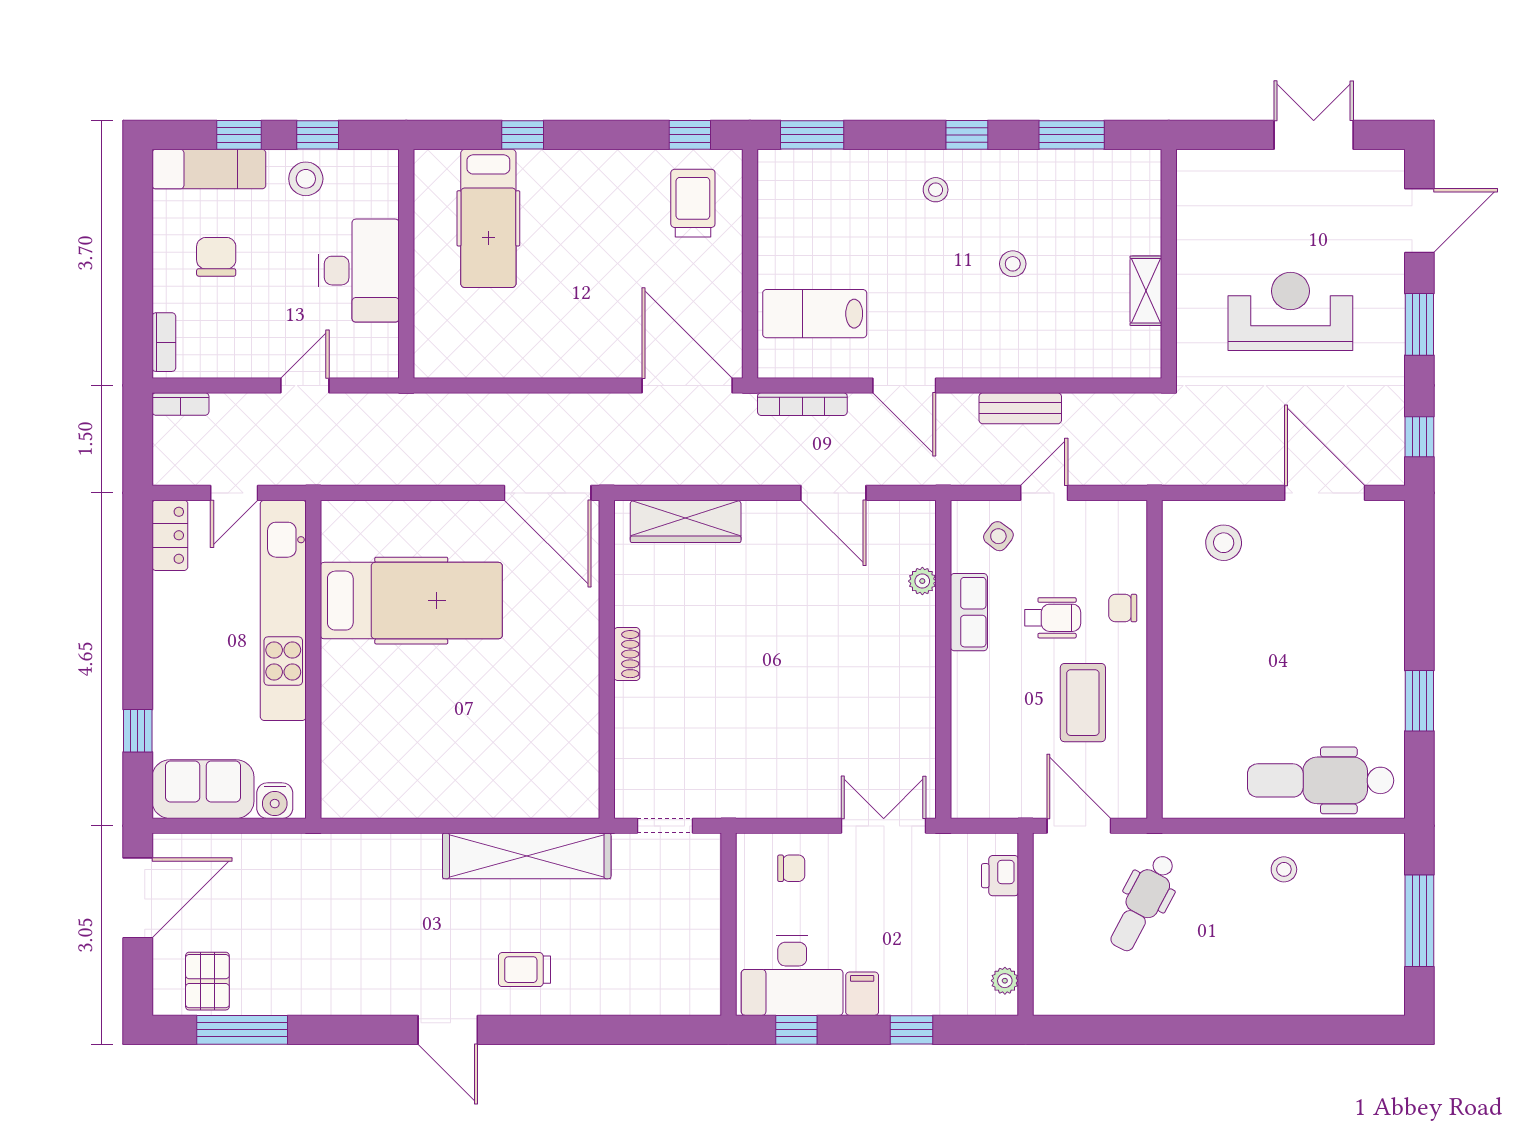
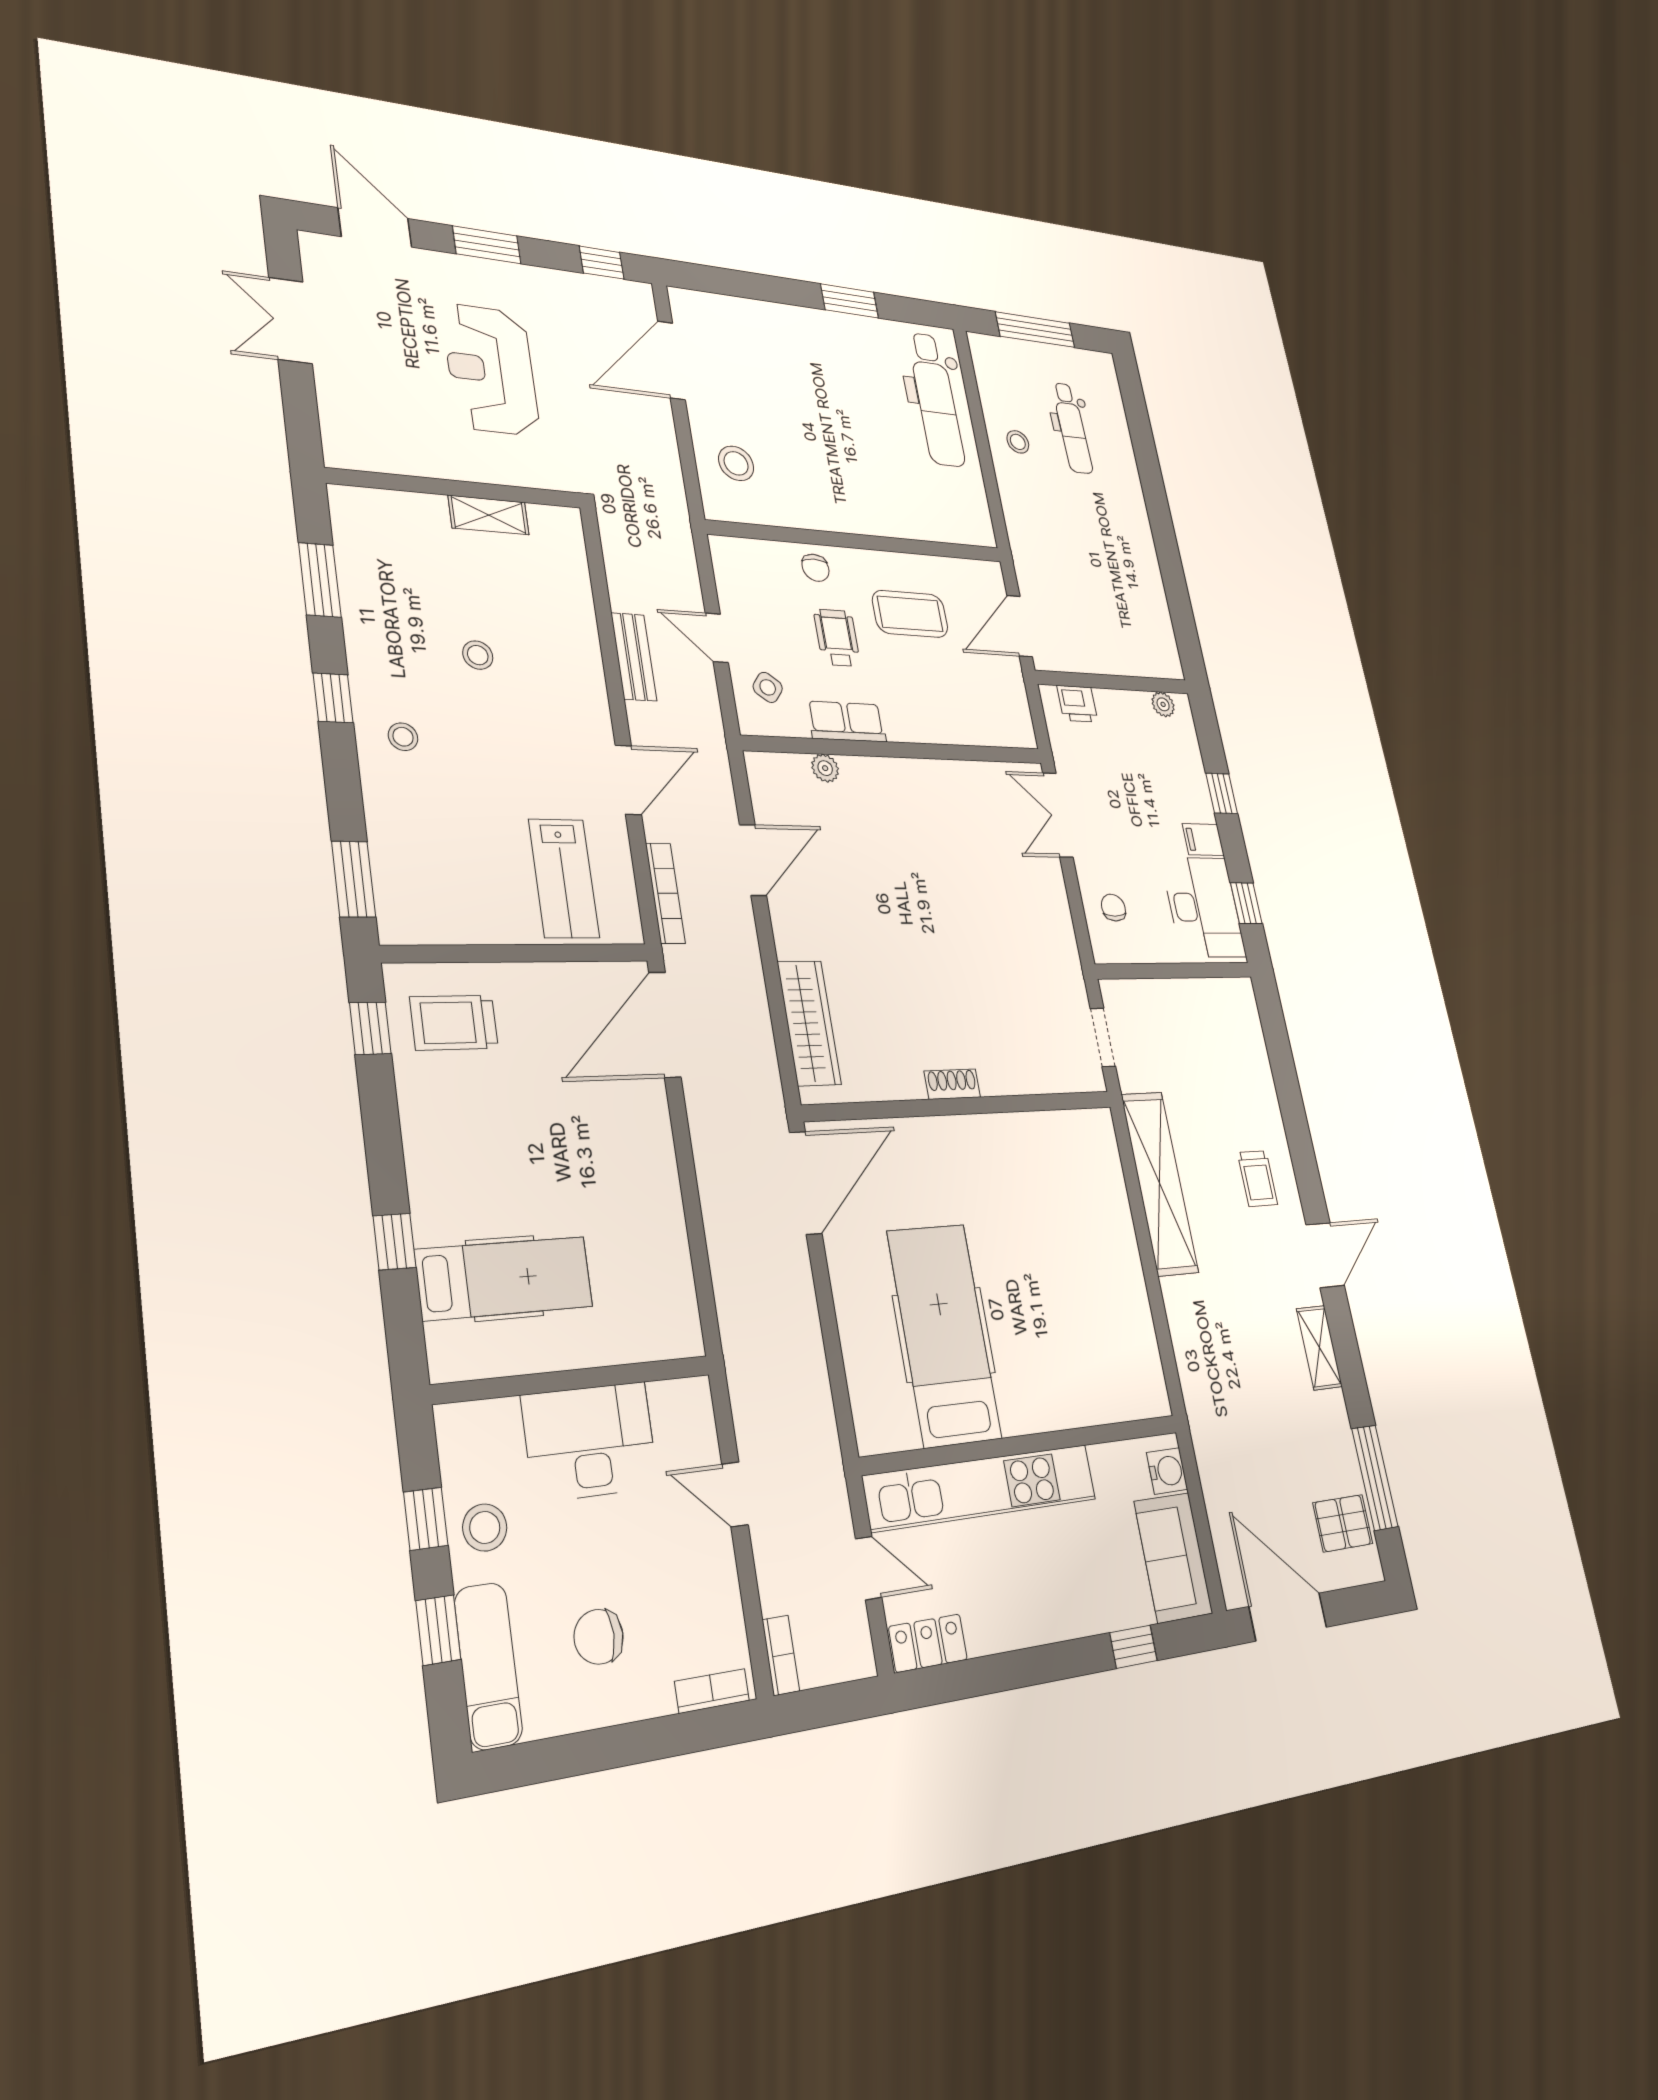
dental chair: (1143, 903) -> (1072, 428), moved, turned 61
shelving: (364, 999) -> (1319, 1348), added

